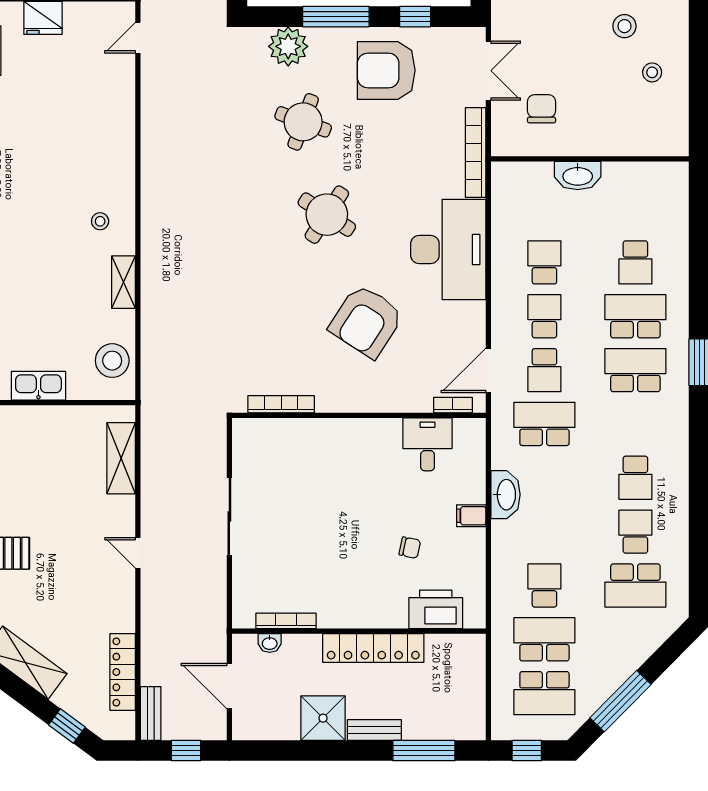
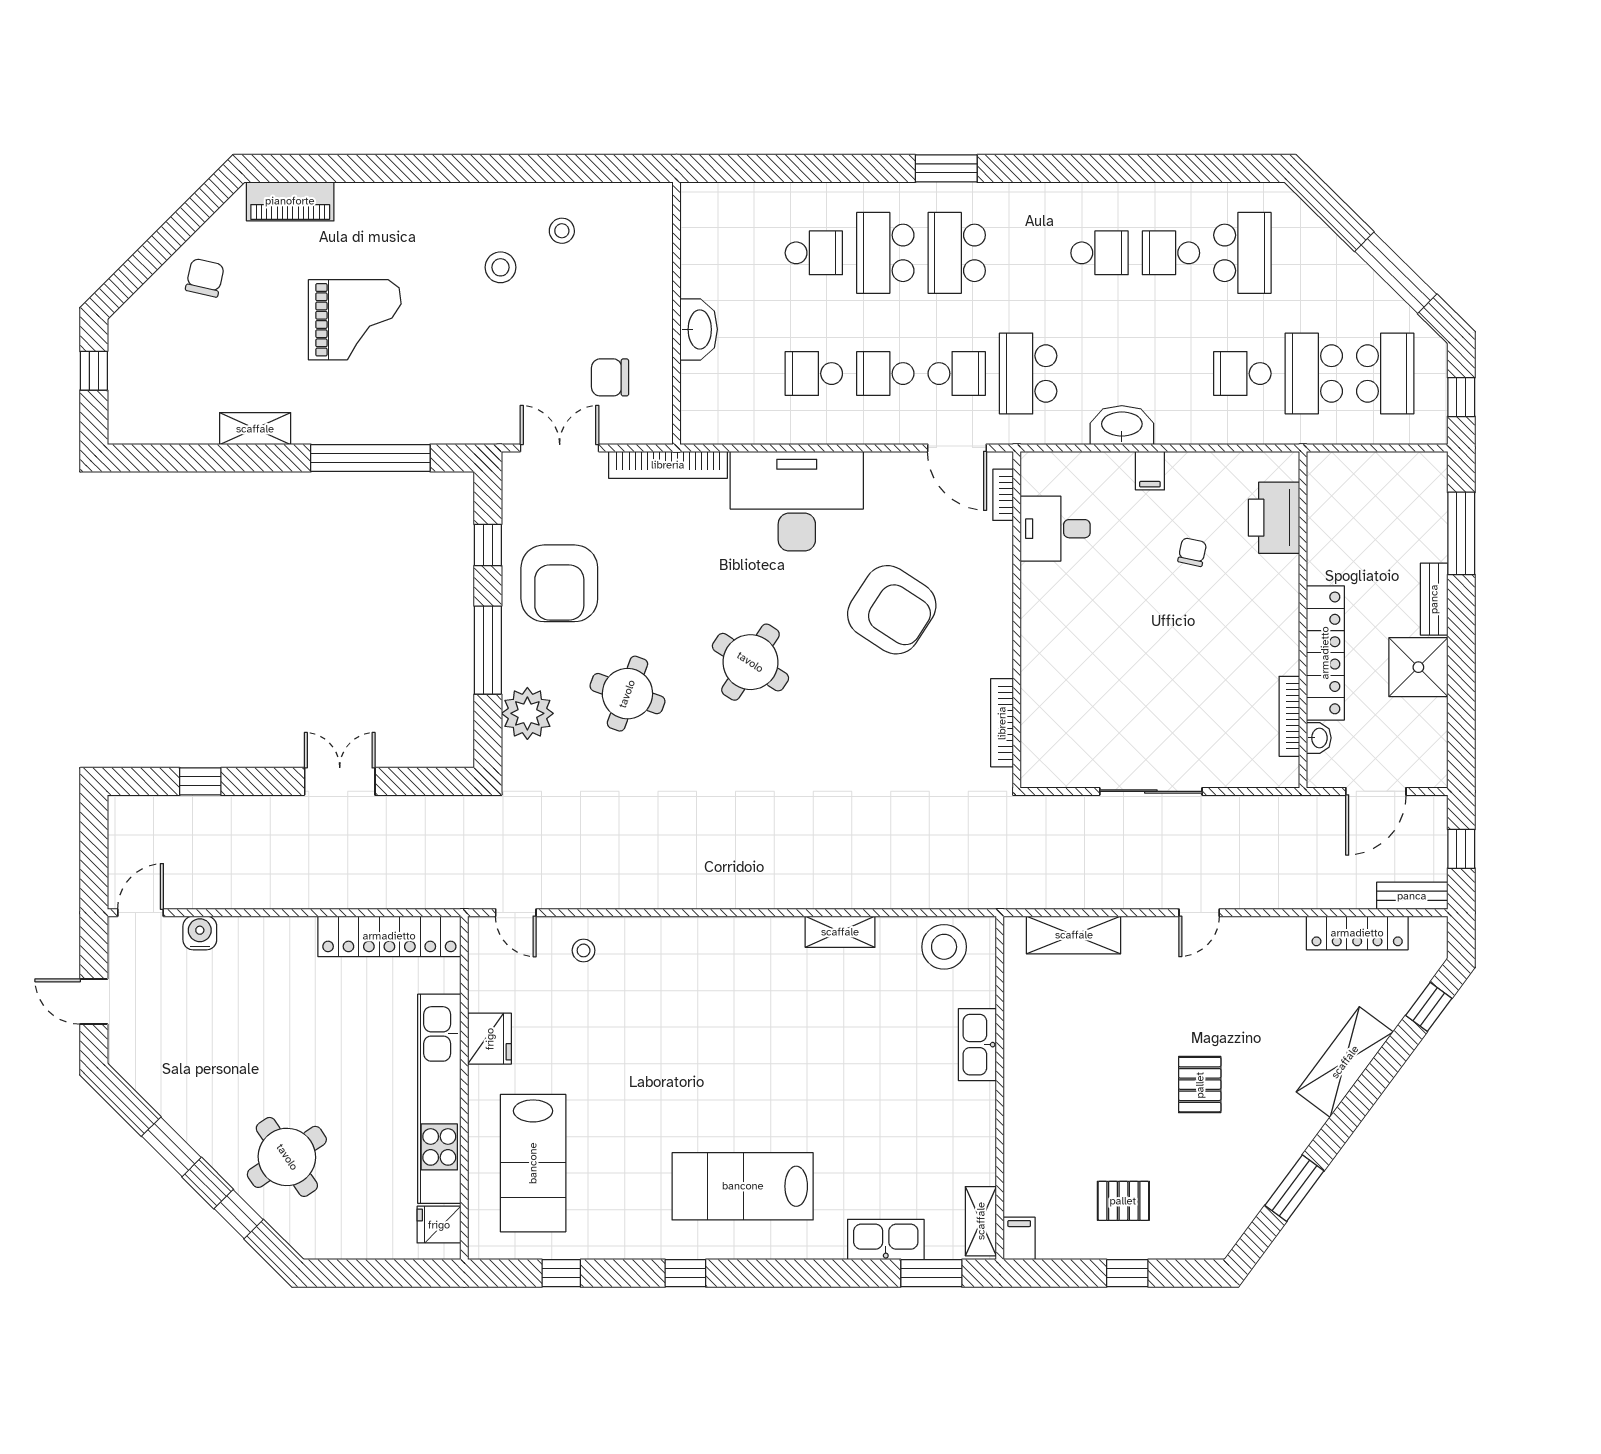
stool: (100, 221) -> (584, 950), moved
locker: (373, 648) -> (1325, 653), moved

